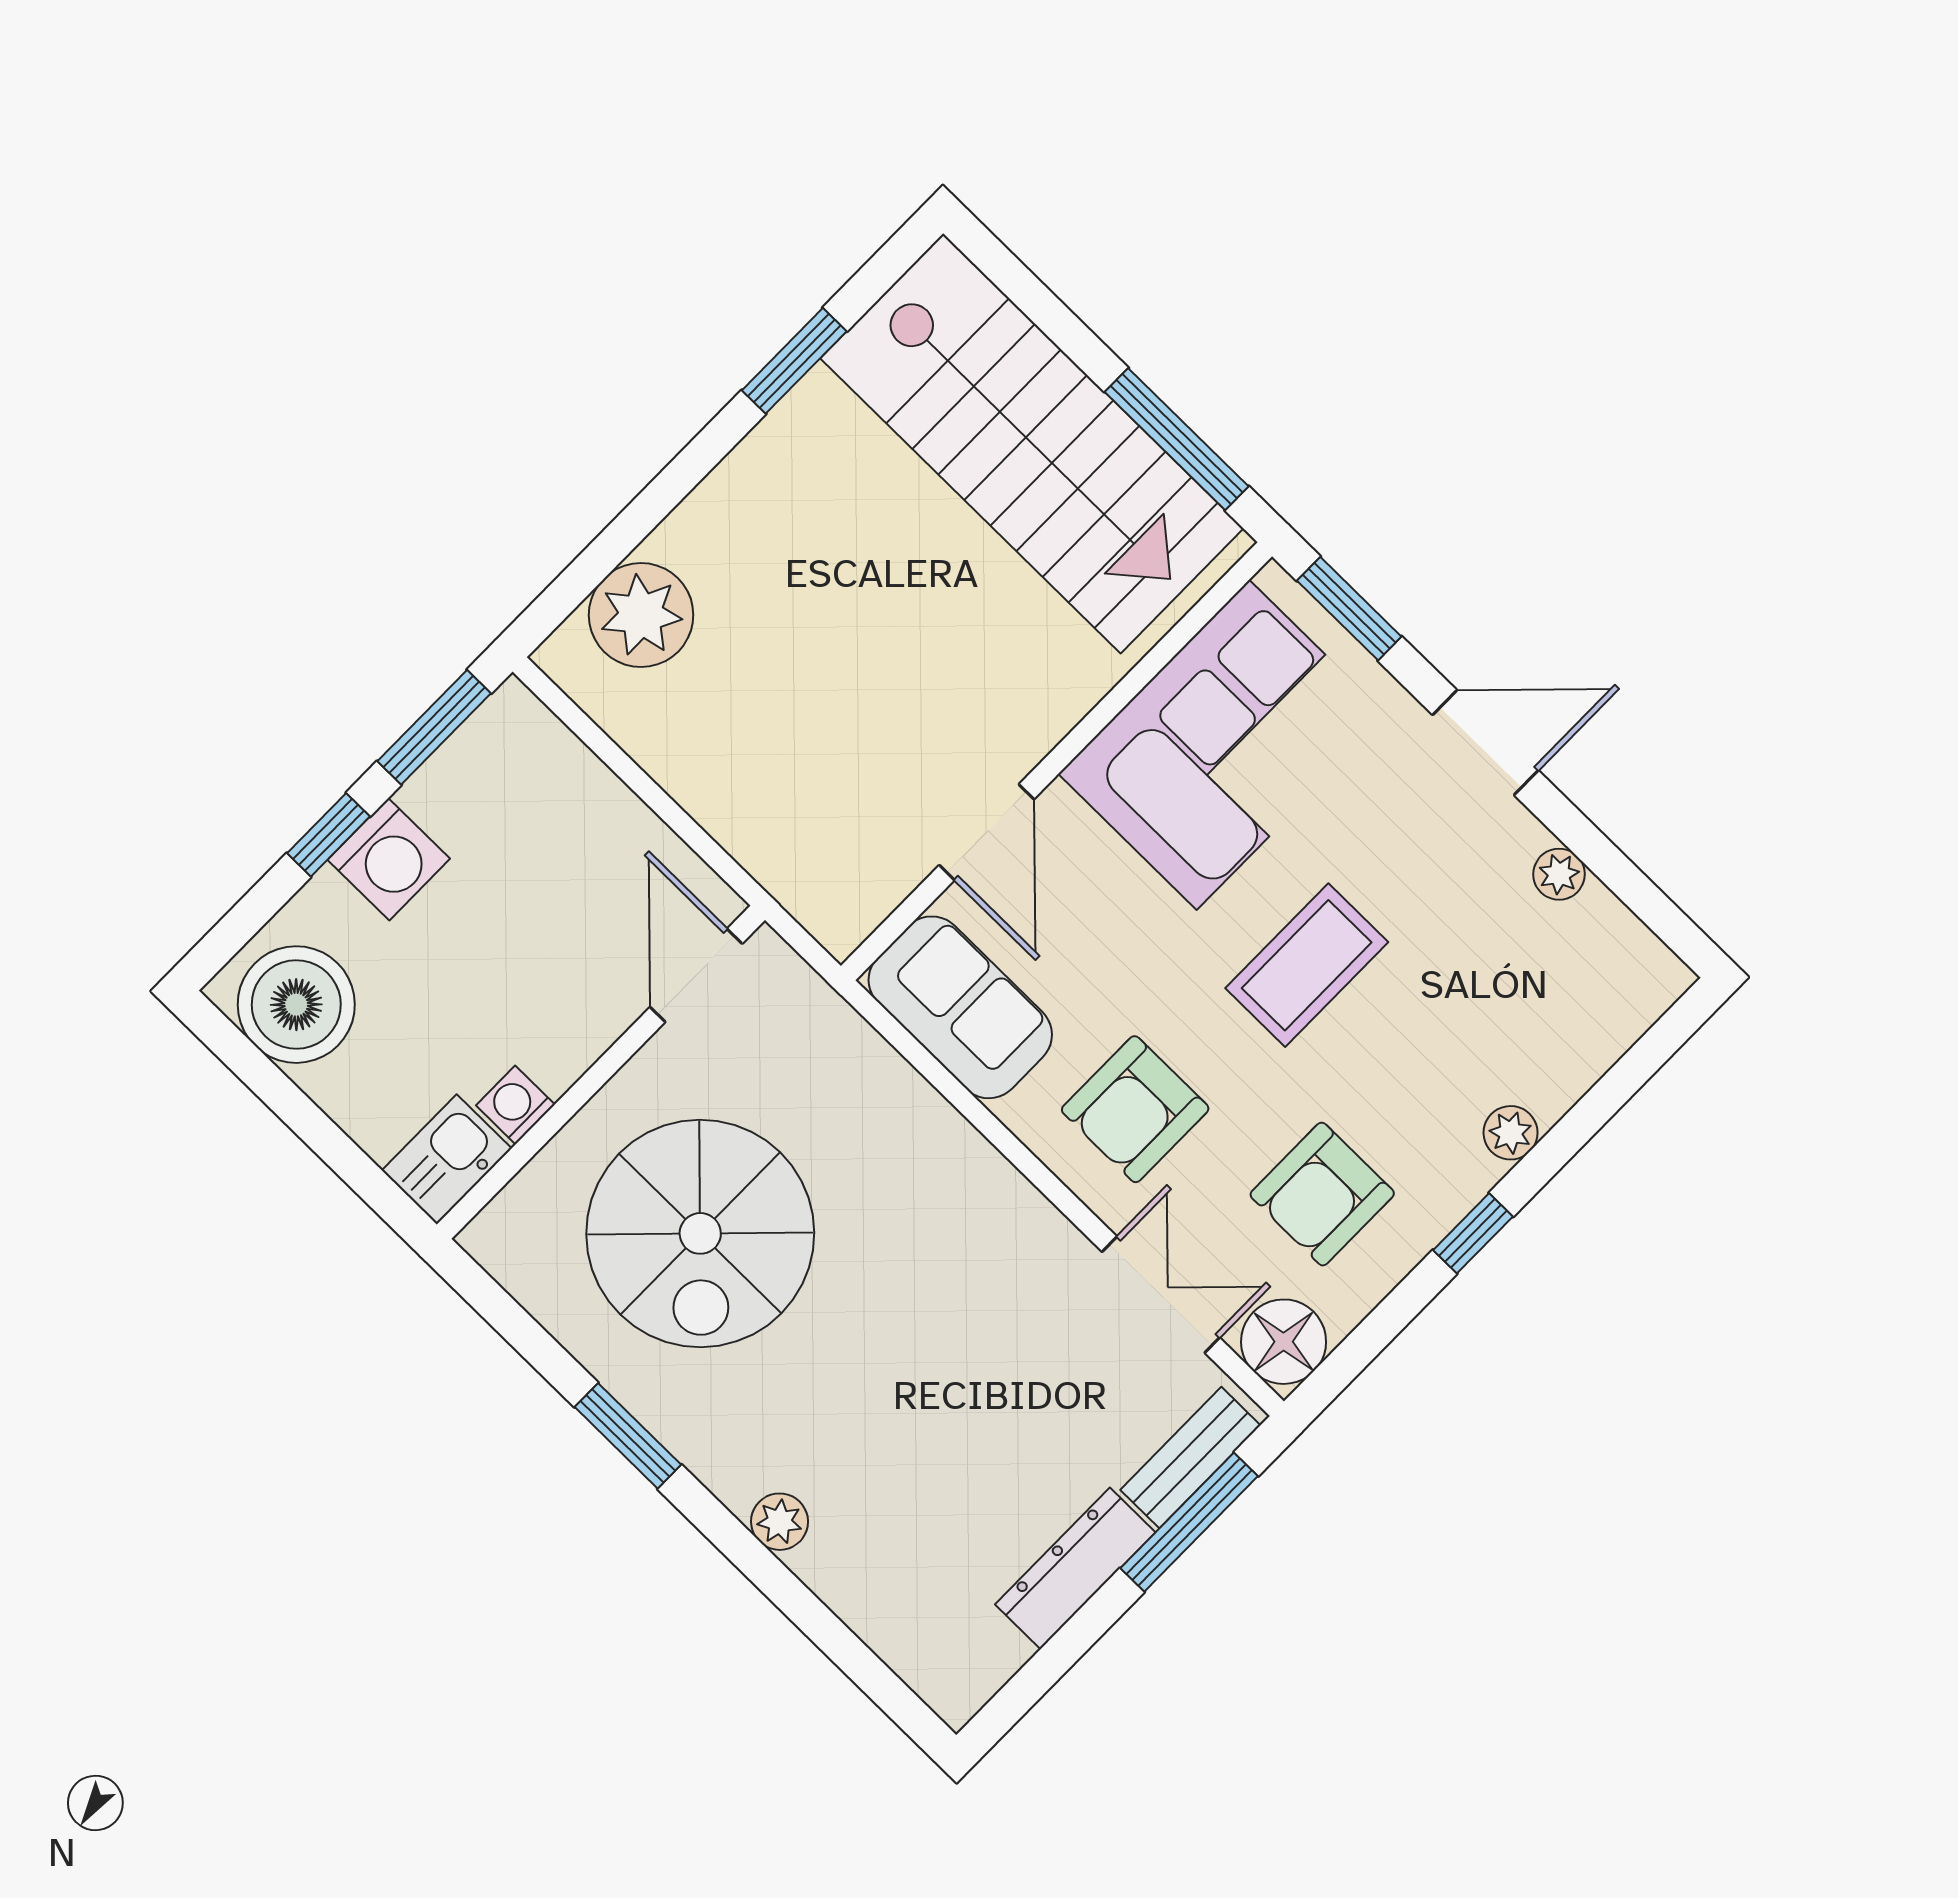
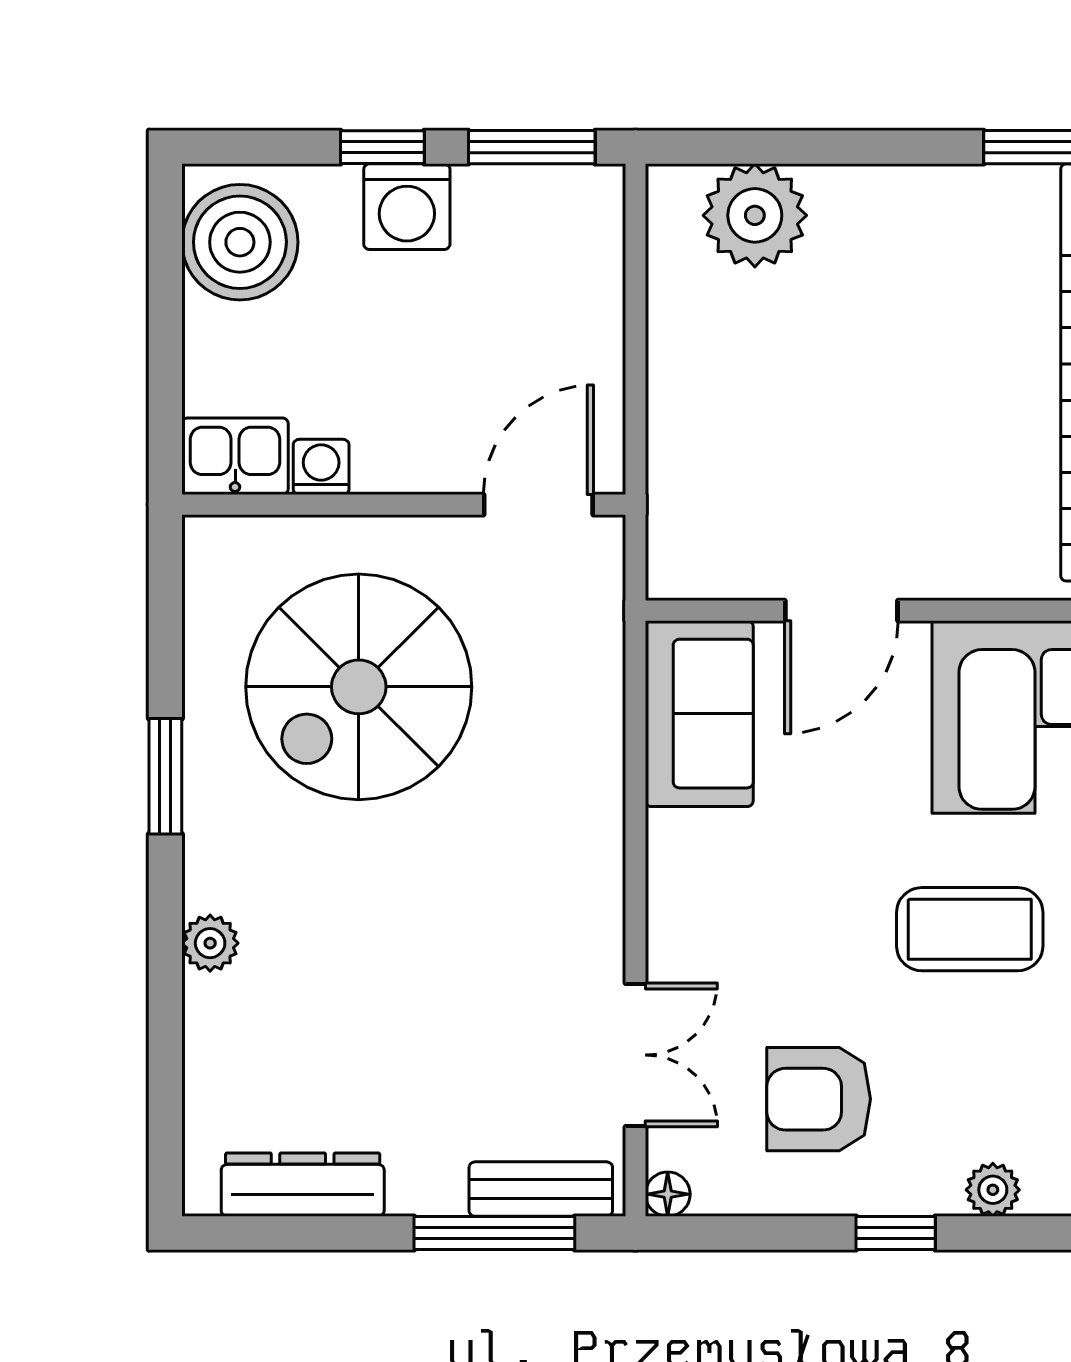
armchair: (1135, 1109) -> (749, 908), removed
floor lamp: (1284, 1342) -> (668, 1194), width x0.53, depth x0.53
dresser: (1075, 1568) -> (303, 1185), moved

